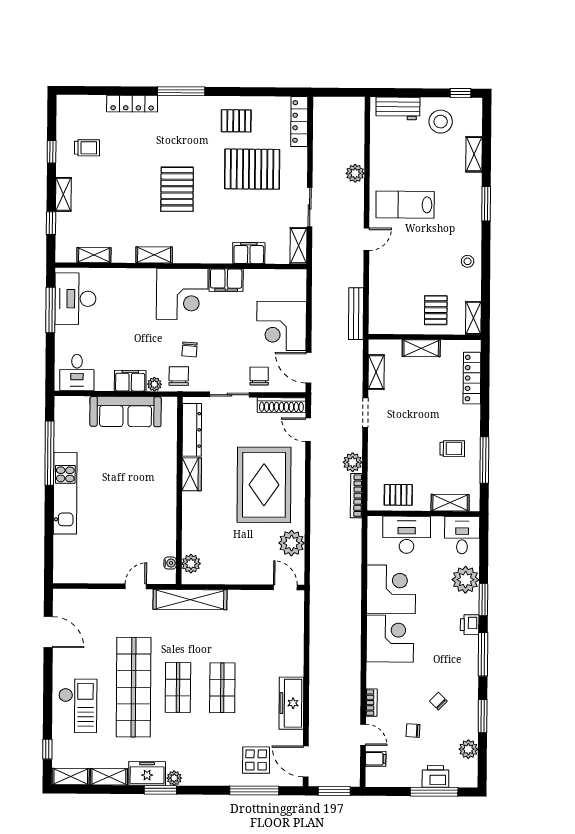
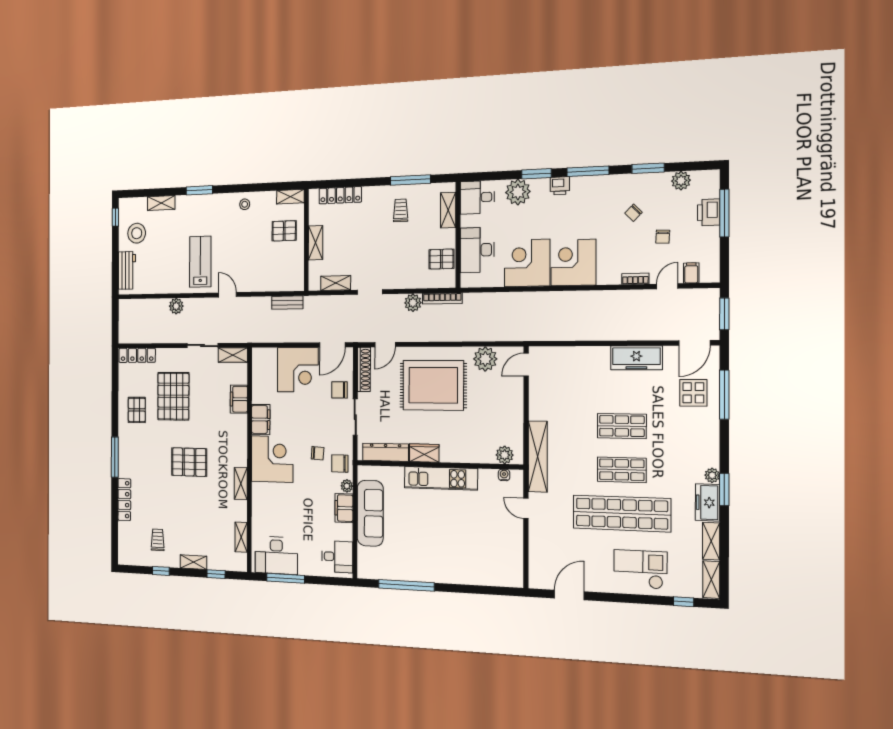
lab bench: (405, 205) -> (200, 262), turned 180
bench: (356, 314) -> (287, 303), width x0.73
kitchen unit: (65, 493) -> (441, 478), moved, turned 180
pallet: (398, 495) -> (441, 259), turned 90

